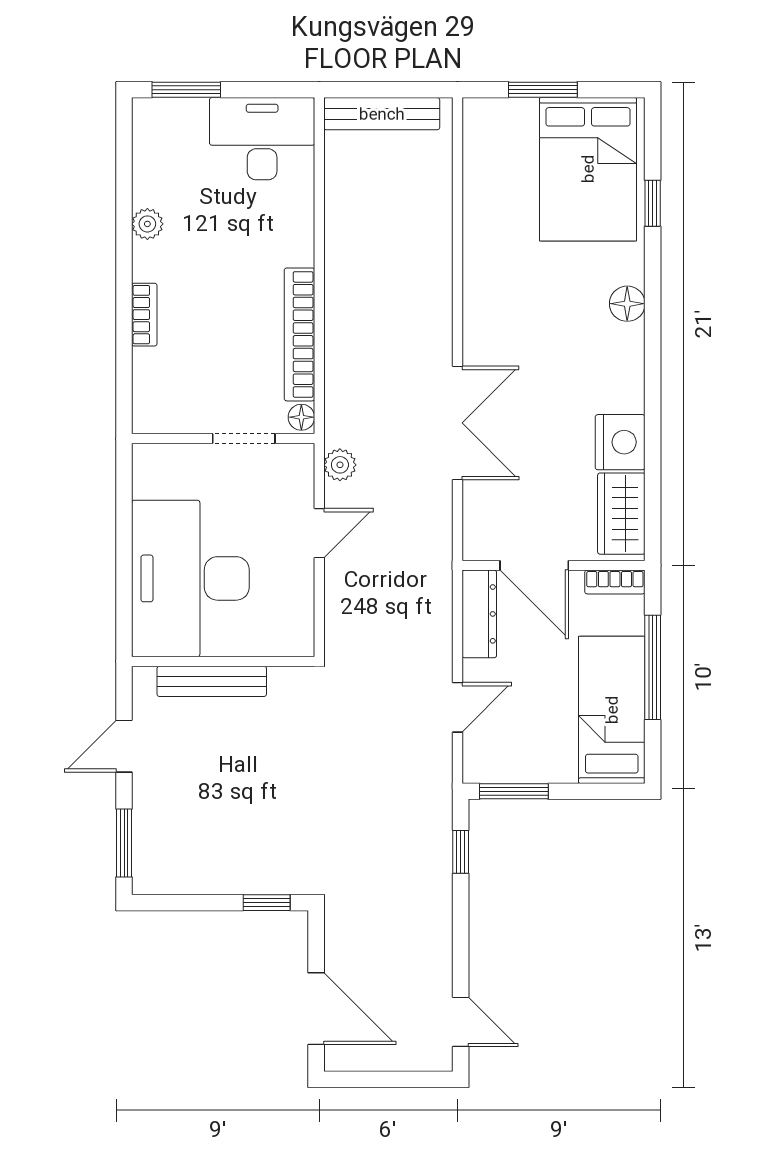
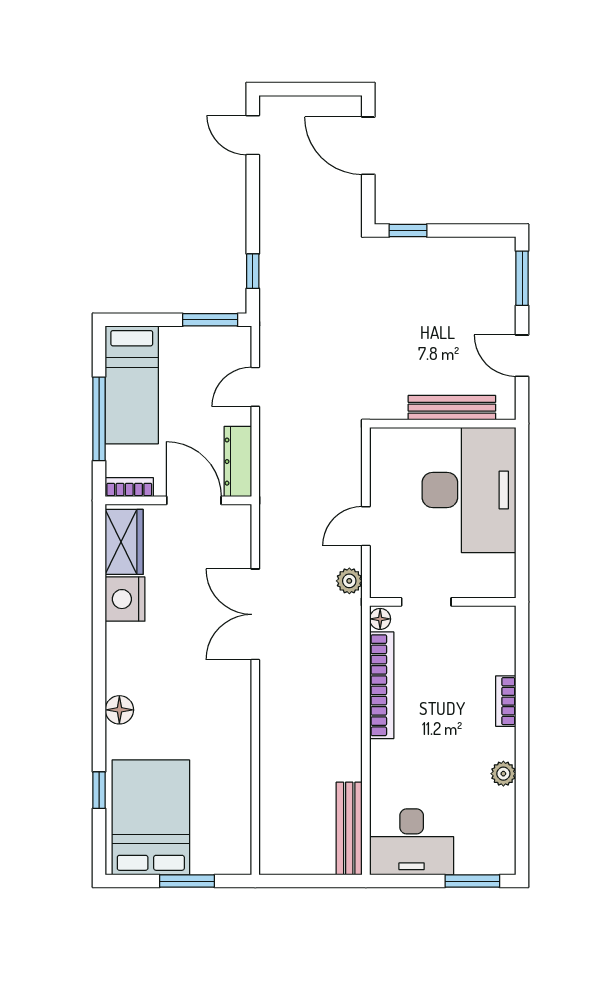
bench: (382, 114) -> (349, 829), moved, turned 90
door: (124, 746) -> (522, 356), swing flipped

